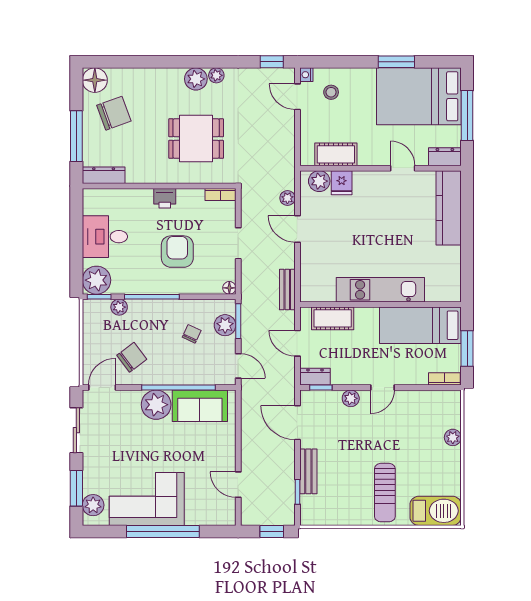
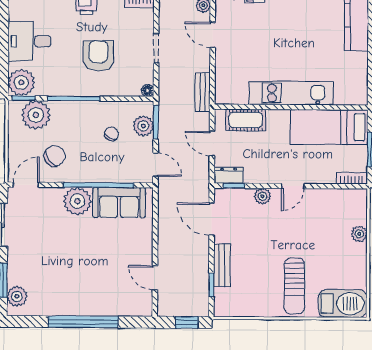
plant: (119, 307) -> (36, 115), width x1.87, depth x1.87
corner sofa: (147, 499) -> (68, 291), removed

